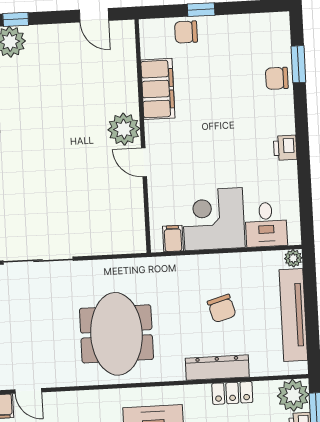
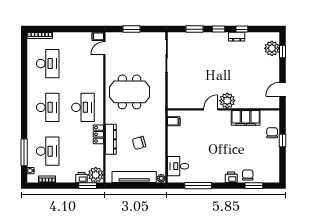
printer: (285, 148) -> (231, 177), moved
window: (304, 180) -> (198, 186), added
corner desk: (214, 219) -> (182, 141), removed
locker: (232, 393) -> (98, 134), moved

